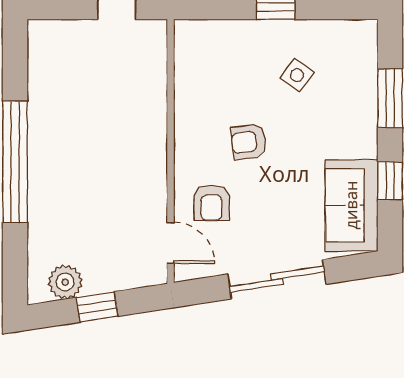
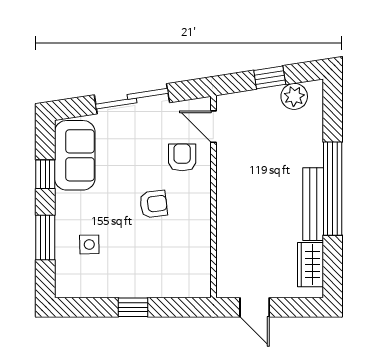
wardrobe: (44, 63) -> (310, 265), added
side table: (297, 75) -> (89, 244), moved, turned -38
bench: (41, 142) -> (313, 204), added

